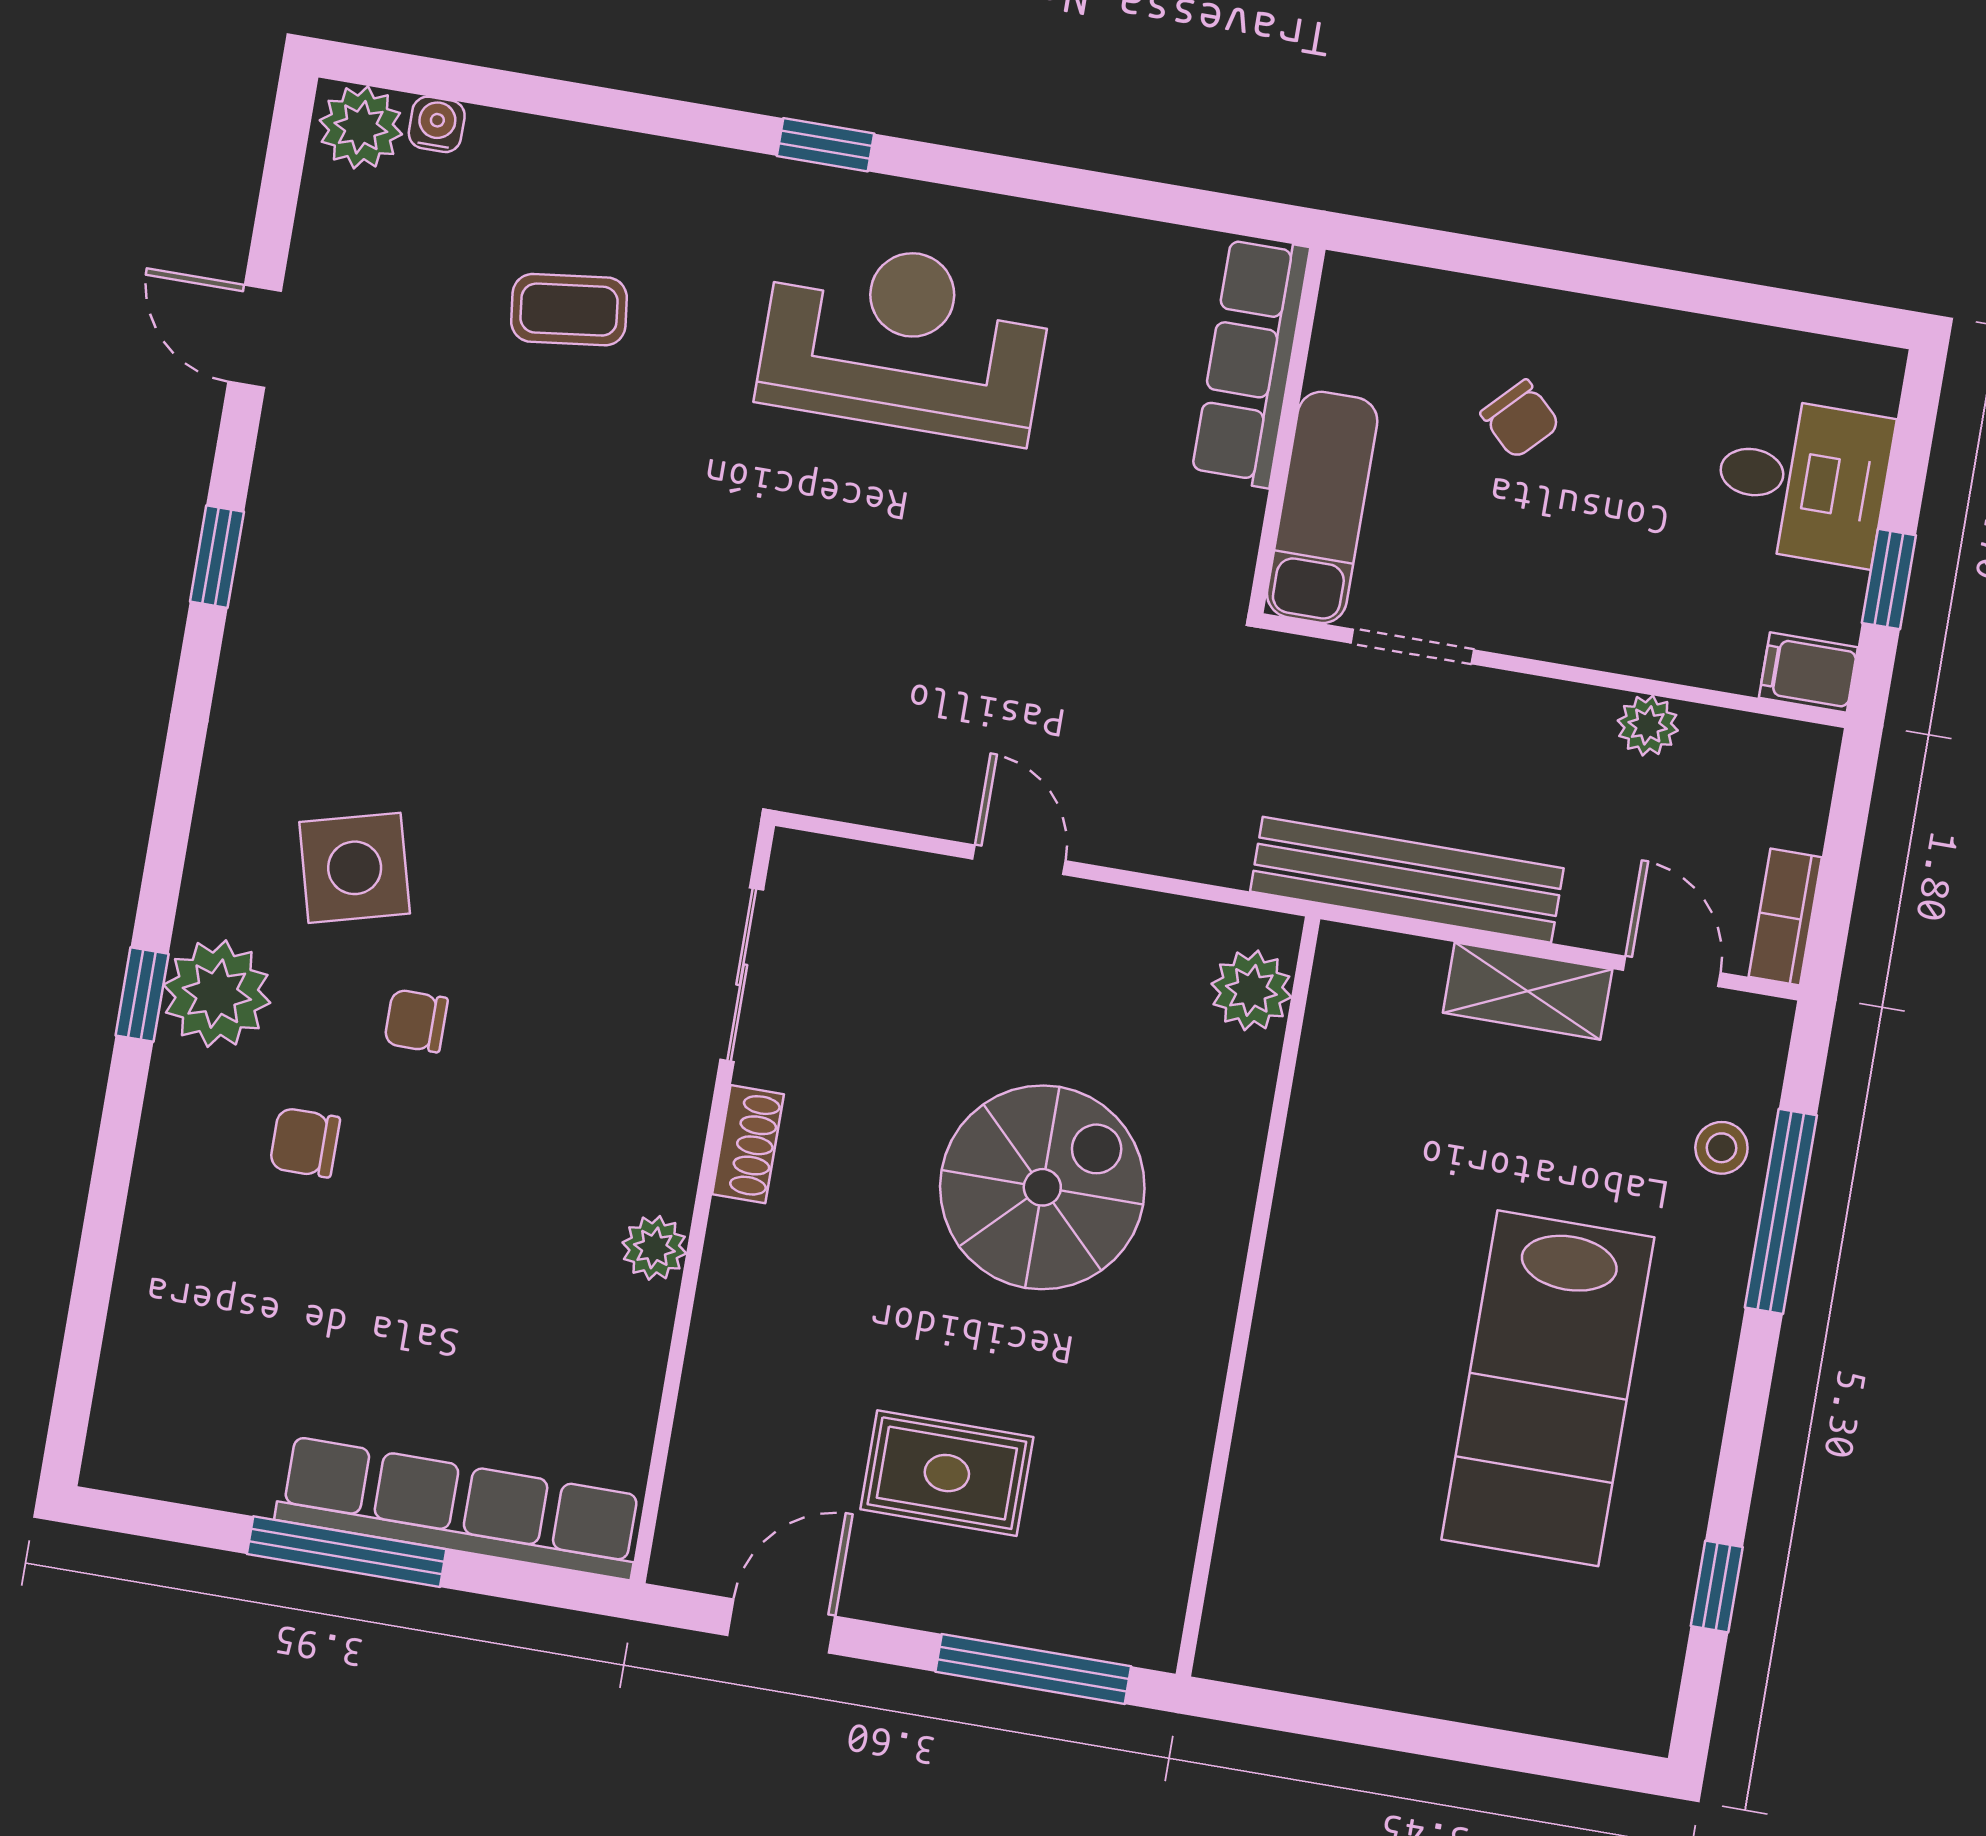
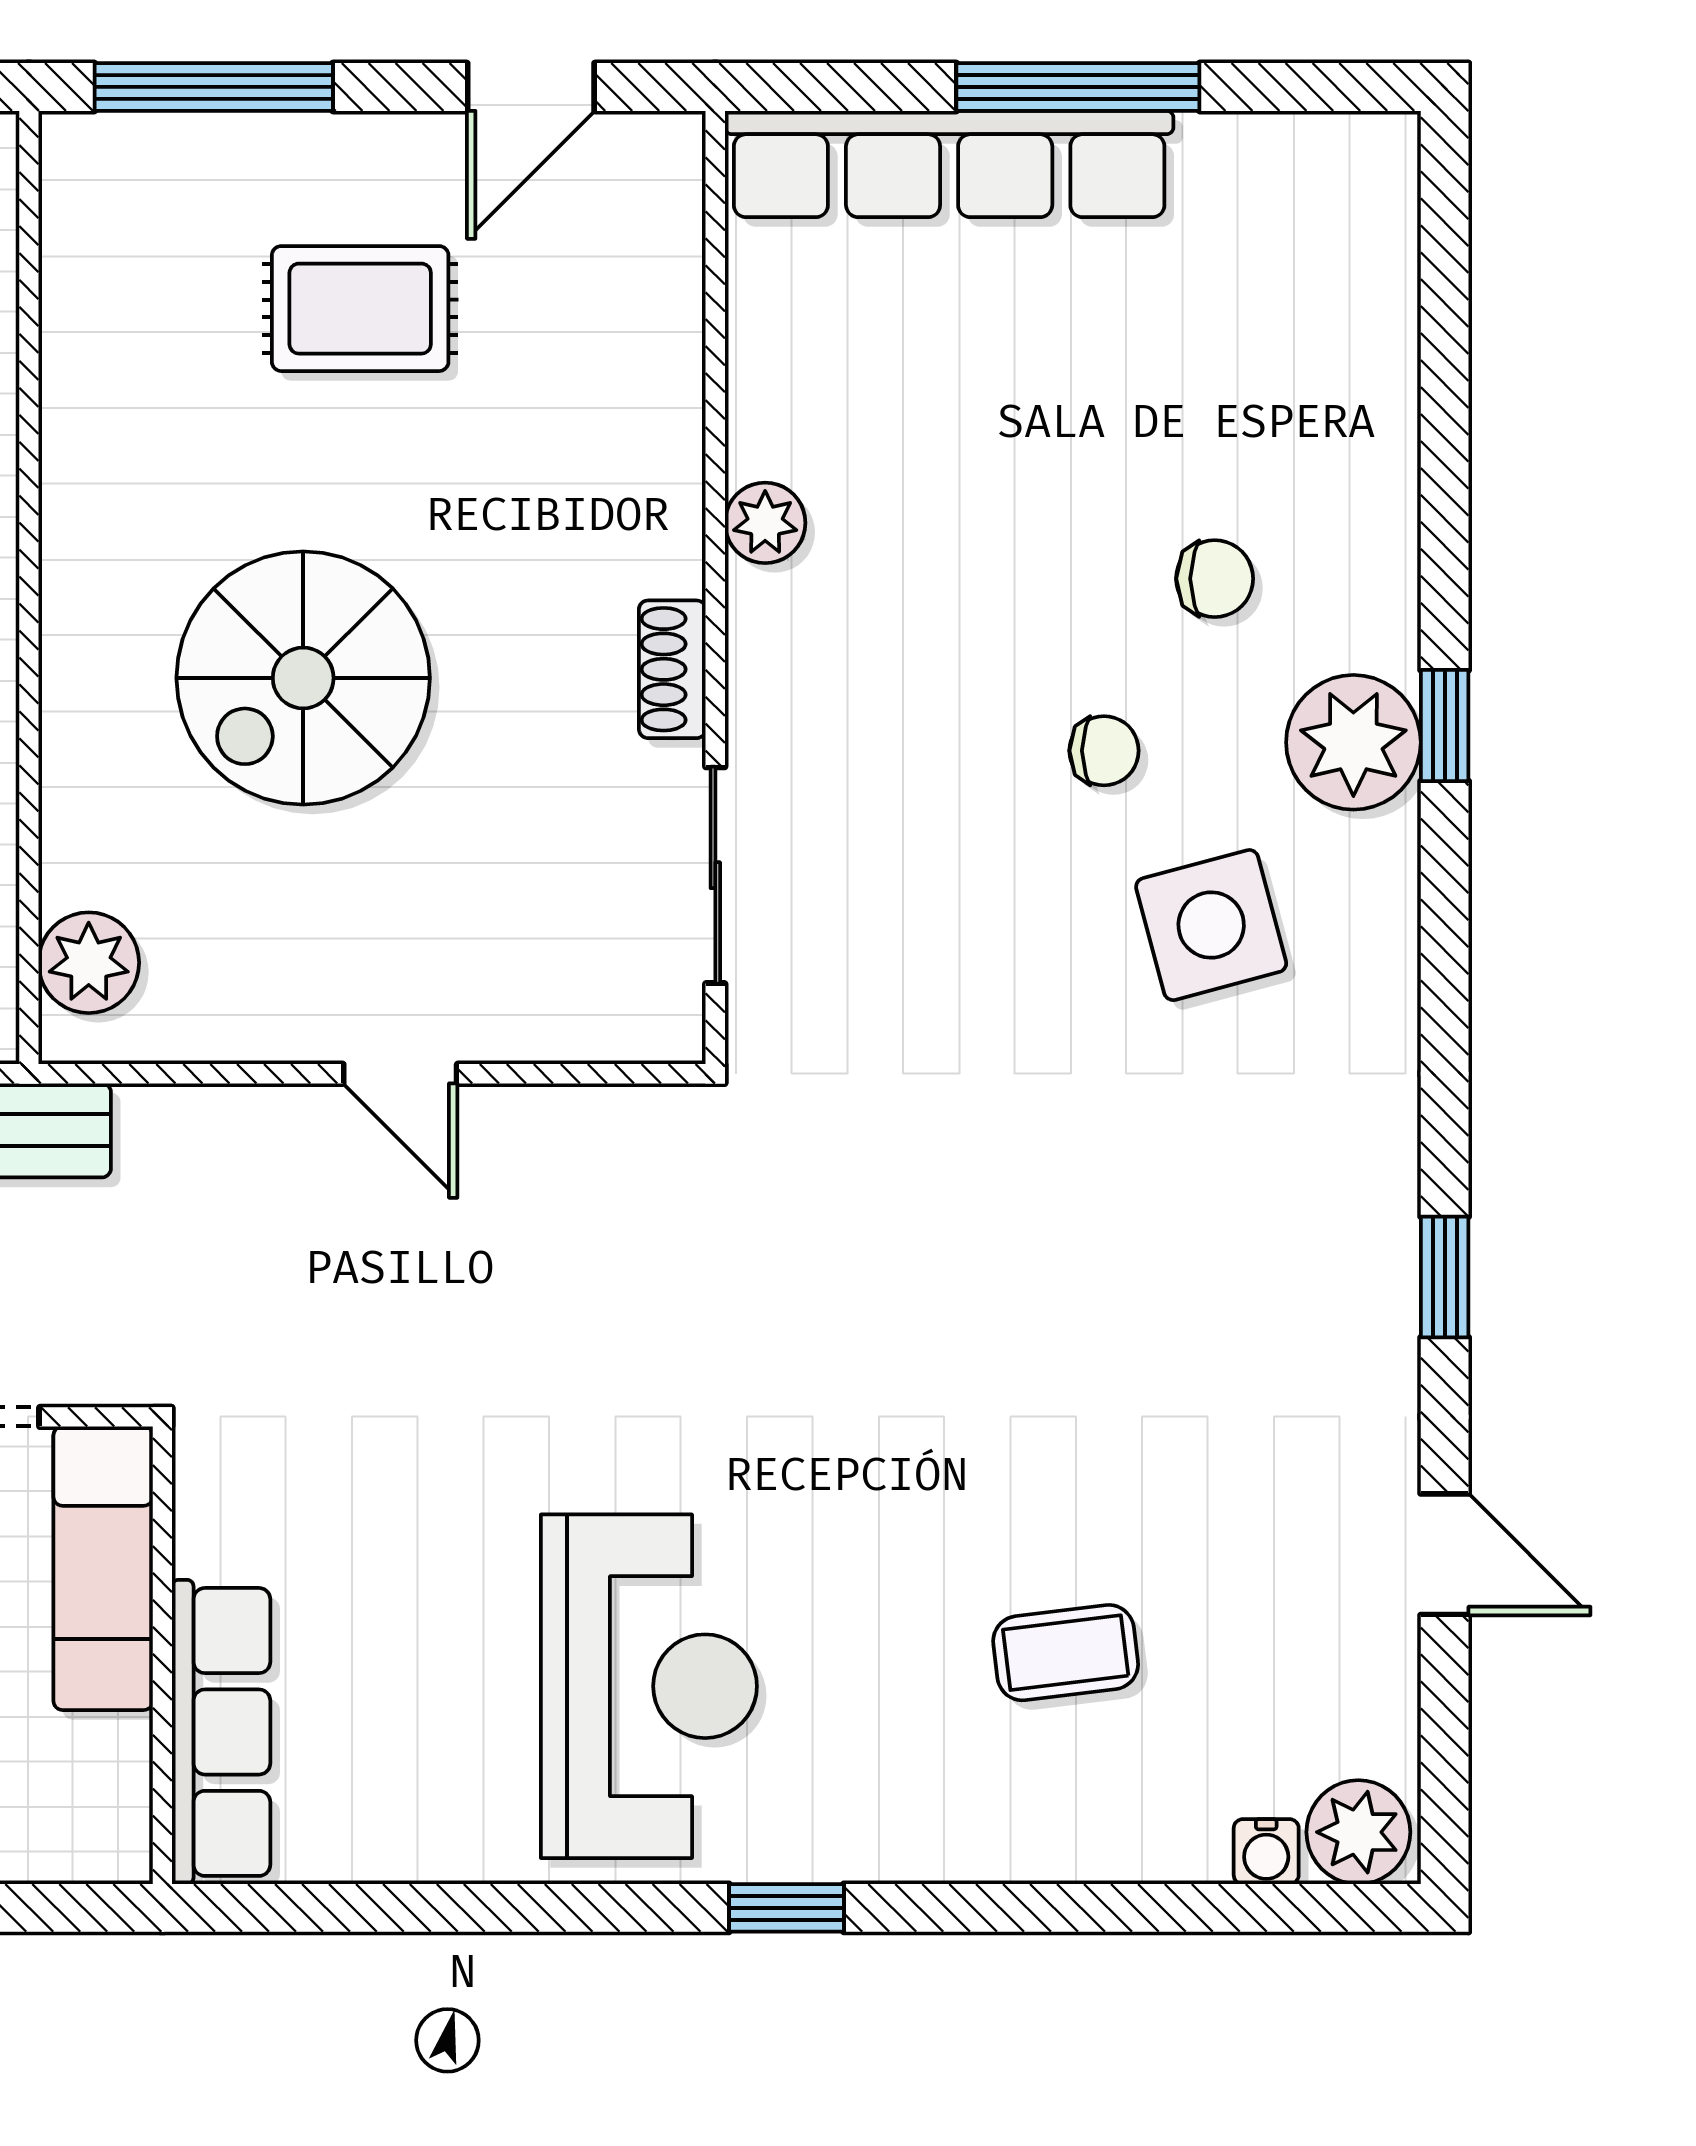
reception desk: (905, 340) -> (649, 1686), turned -90

